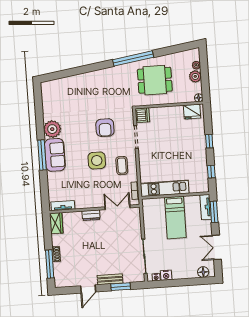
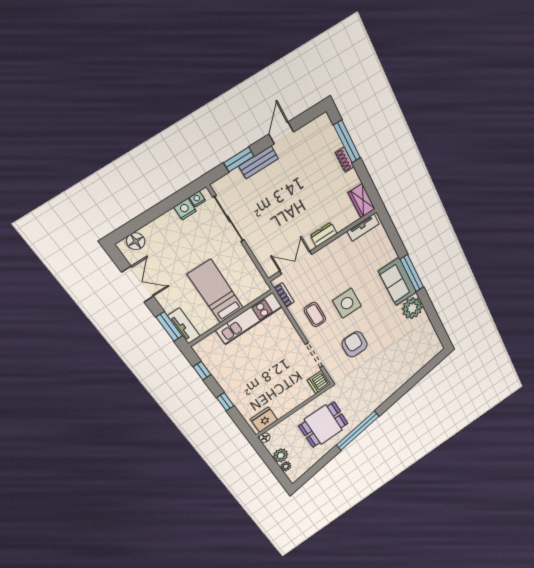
double door: (117, 207) -> (296, 263), swing flipped

